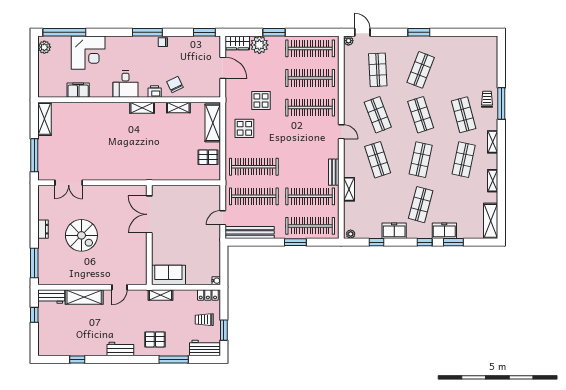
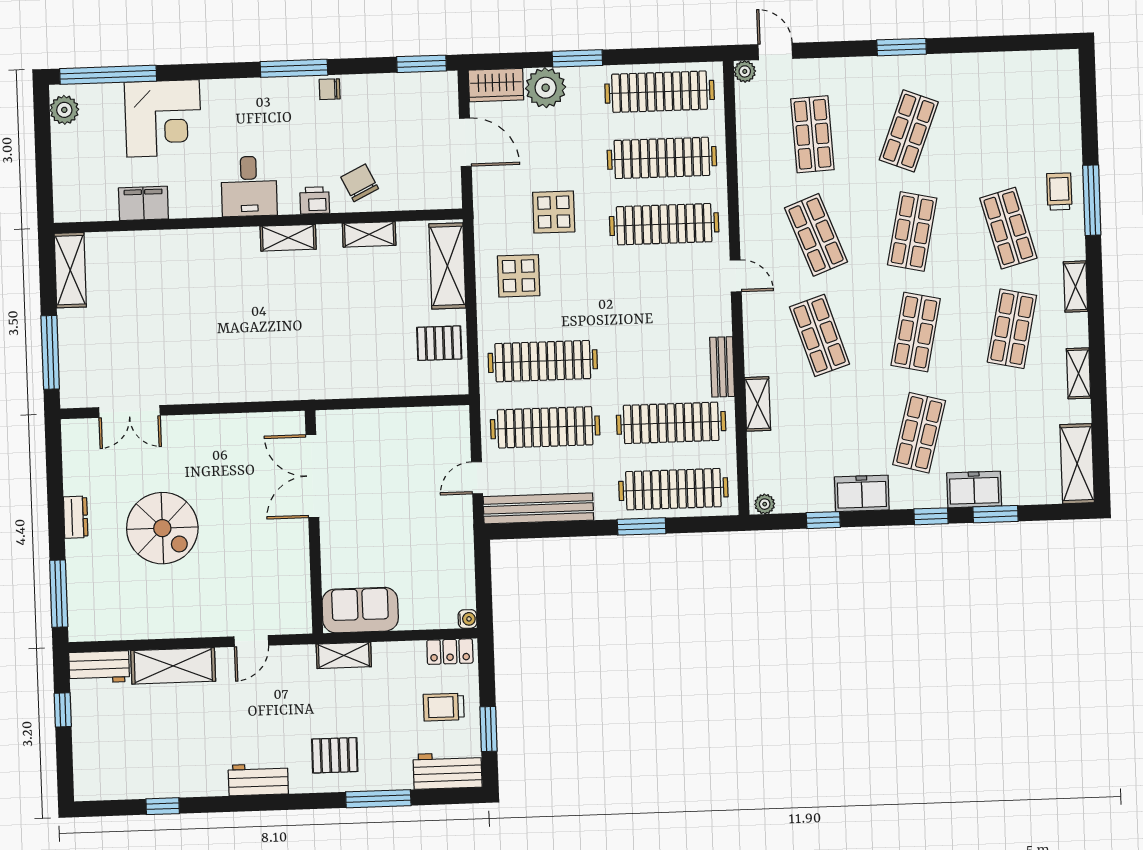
shop shelf: (421, 115) -> (912, 231), turned 30

